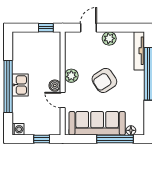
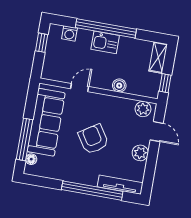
shelving: (25, 37) -> (158, 58), added
plant: (71, 76) -> (143, 109), moved
boiler: (55, 86) -> (119, 86), moved
washing machine: (18, 129) -> (69, 33), moved
window: (42, 139) -> (42, 43), moved

